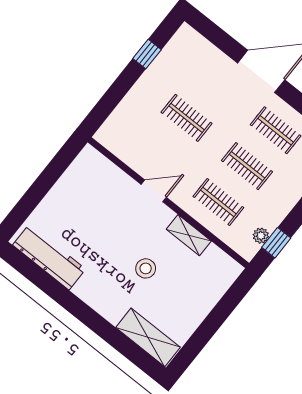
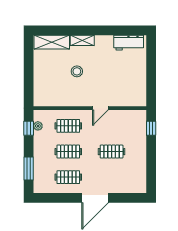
window: (147, 54) -> (151, 128), moved
shelving: (189, 235) -> (82, 40), moved
workbench: (49, 257) -> (129, 43), width x0.73

